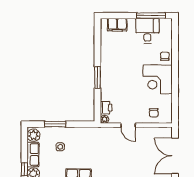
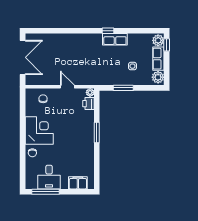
window: (55, 124) -> (123, 88), moved

